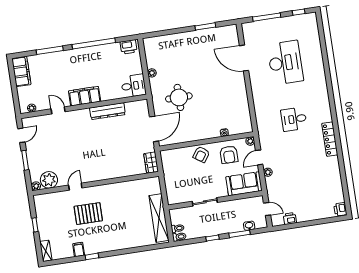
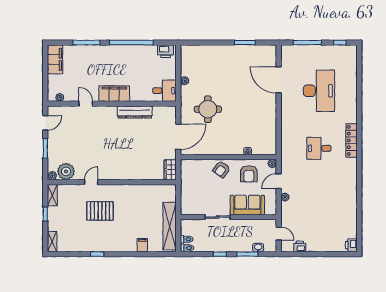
locker: (330, 139) -> (352, 140), moved
sofa: (244, 184) -> (247, 205), moved
shelving: (39, 205) -> (52, 195), added
filing cabinet: (79, 249) -> (142, 245), moved

